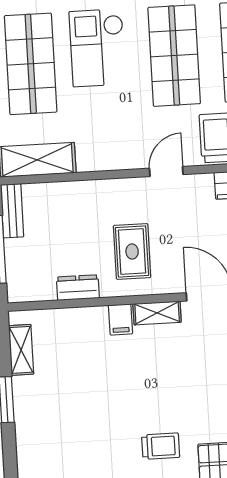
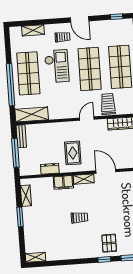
checkout: (97, 48) -> (57, 66), turned 180
filing cabinet: (120, 319) -> (63, 182), width x2.00
trolley: (161, 446) -> (79, 218), moved

